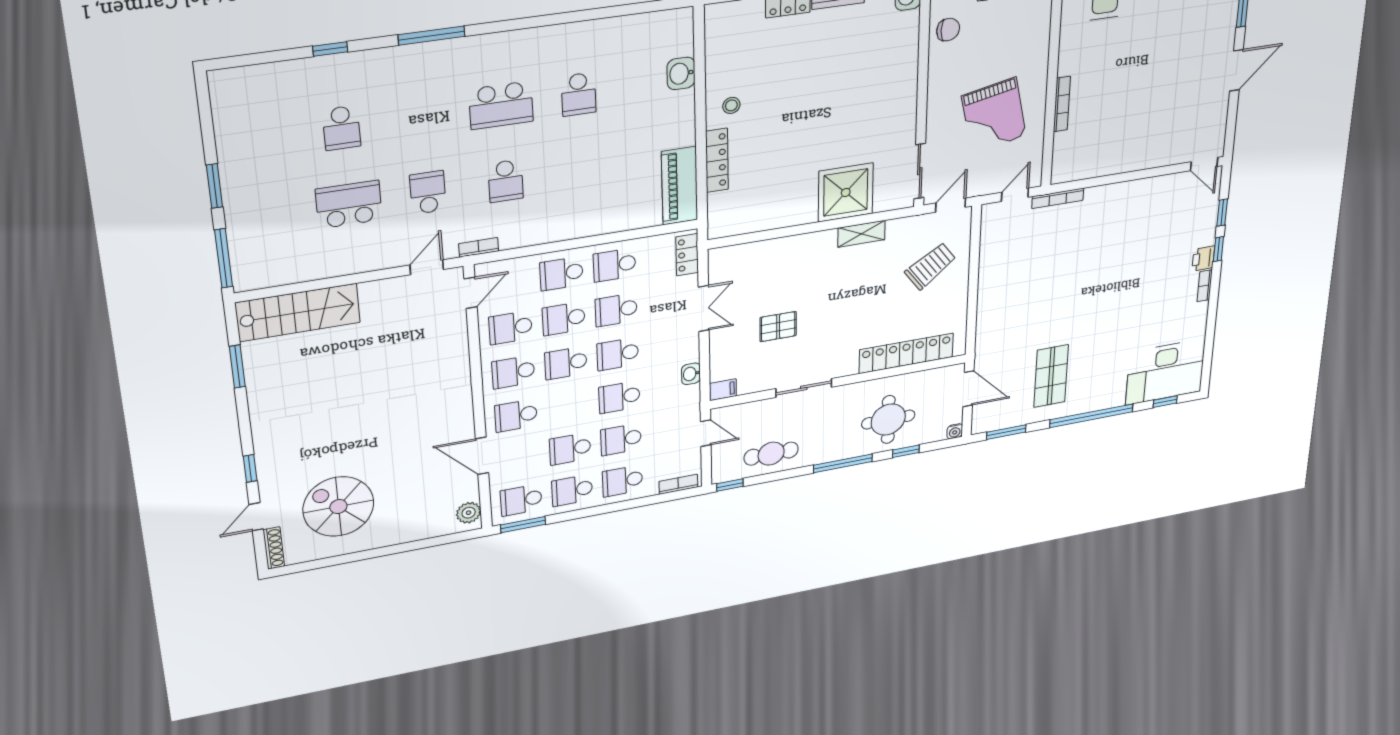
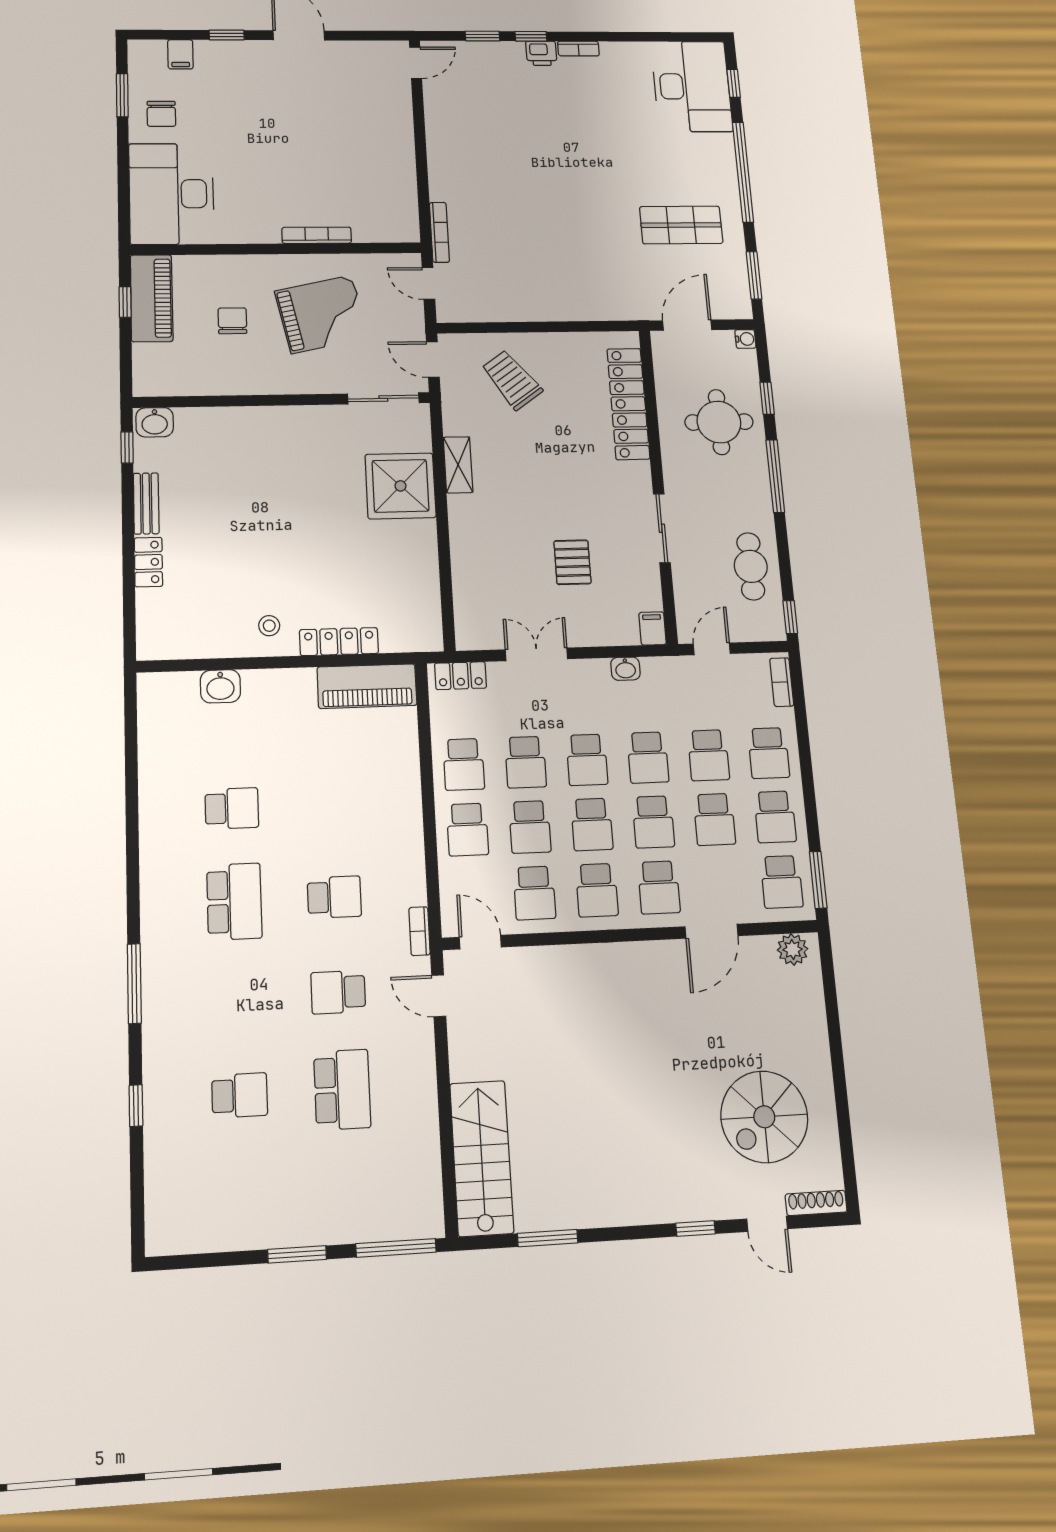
chair: (948, 30) -> (232, 321), moved
school desk: (349, 204) -> (342, 1090), turned 180
school desk: (568, 406) -> (653, 822), added

